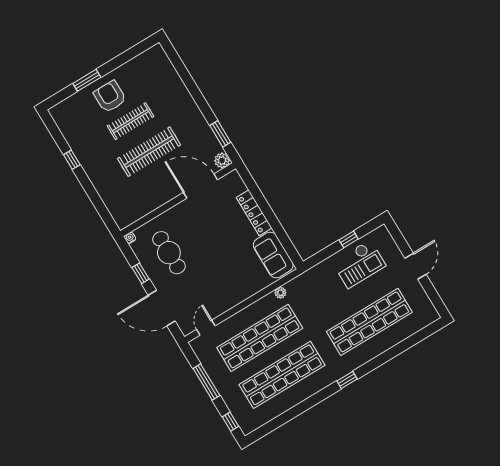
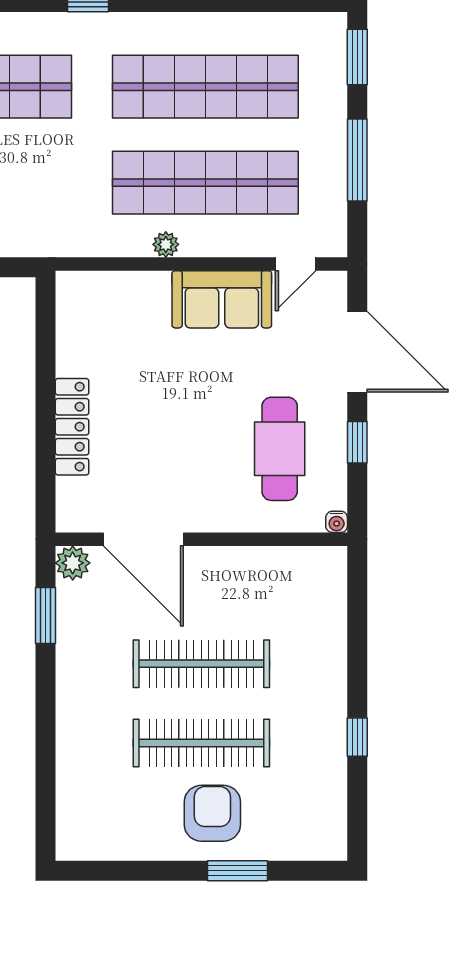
armchair: (110, 97) -> (212, 813), turned 180
clothes rail: (131, 121) -> (201, 743), width x1.37, depth x1.31
sofa: (273, 255) -> (222, 299), moved, turned 90
plant: (280, 293) -> (166, 244), moved
window: (230, 422) -> (357, 57), width x1.50

